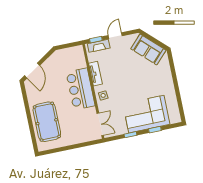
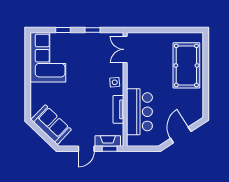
door: (32, 71) -> (181, 135), moved
bar counter: (81, 89) -> (139, 112), moved
corner sofa: (146, 114) -> (48, 57), moved, turned -90

